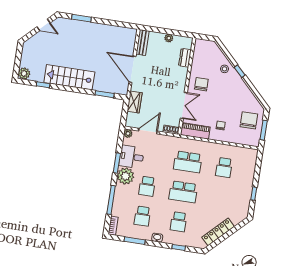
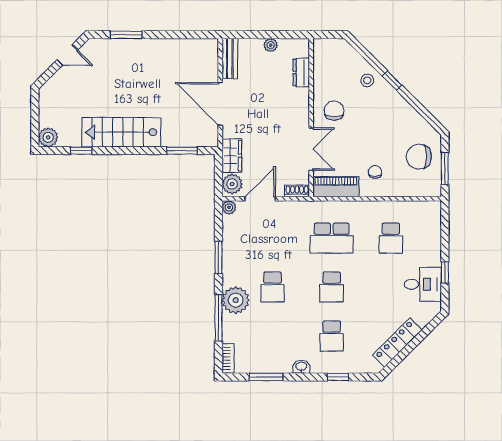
plant: (132, 119) -> (232, 184), added
chair: (249, 120) -> (419, 157), turned -90
desk: (132, 157) -> (423, 284), moved, turned 180
plant: (126, 176) -> (236, 300), moved
school desk: (183, 192) -> (332, 287), width x0.54
school desk: (142, 216) -> (273, 336), removed

